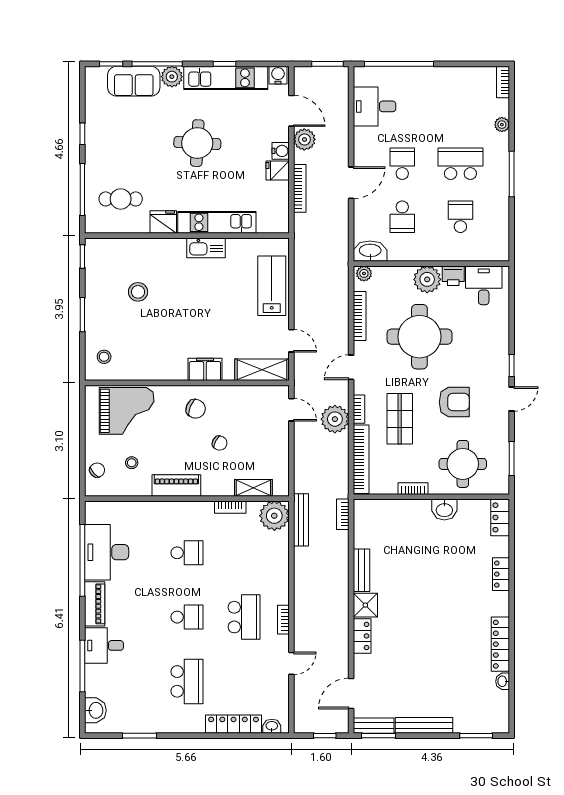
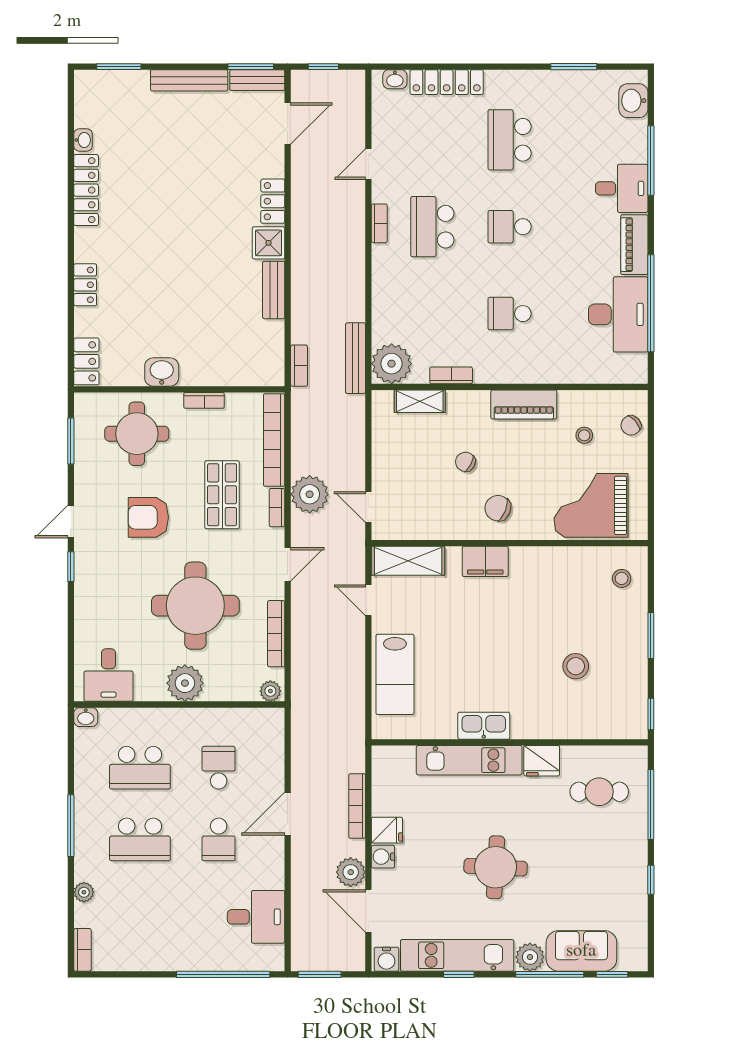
school desk: (460, 217) -> (140, 768), width x1.85
washbasin: (370, 251) -> (86, 717), moved, width x0.52, depth x0.69
printer: (453, 276) -> (150, 688), removed

